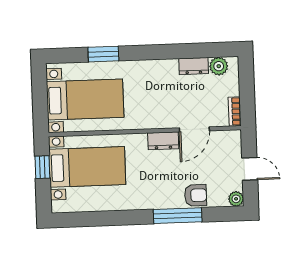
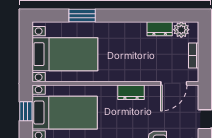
bookcase: (235, 111) -> (194, 55), moved
door: (194, 129) -> (174, 83), moved

